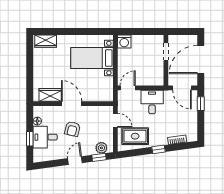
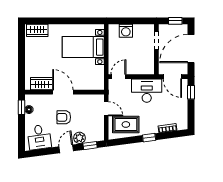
window: (185, 32) -> (175, 21), added
washing machine: (124, 42) -> (126, 31), moved
desk: (152, 102) -> (147, 91), width x1.37
armchair: (72, 129) -> (64, 117), turned 76
desk: (45, 137) -> (39, 137), moved, turned -98
window: (30, 139) -> (22, 107), moved
plant: (101, 148) -> (79, 138), moved

